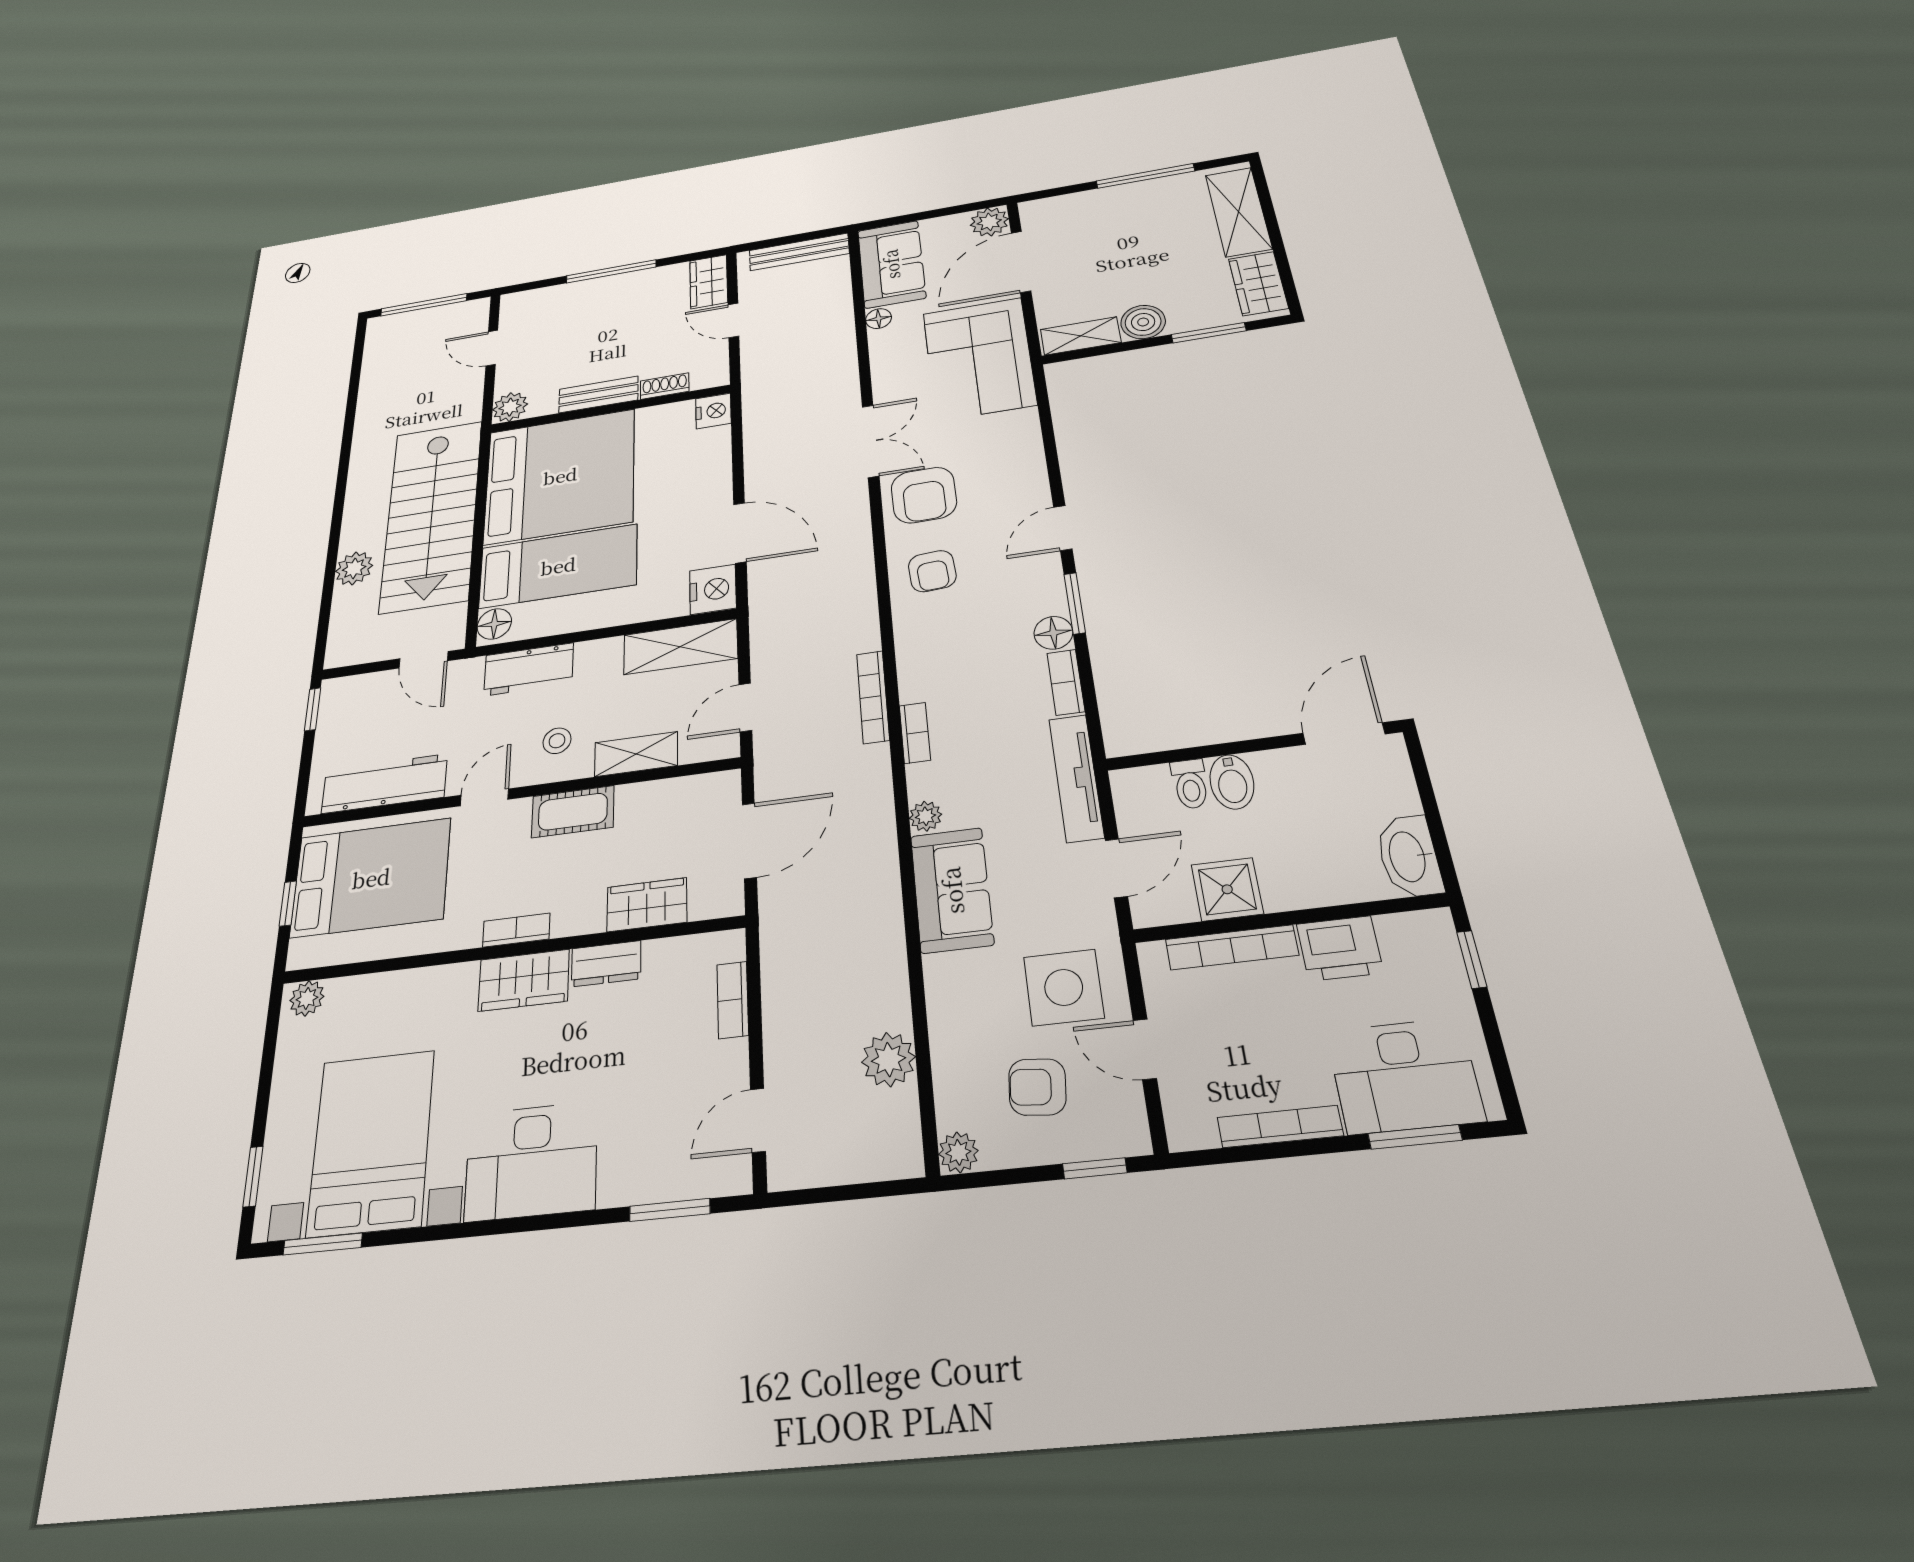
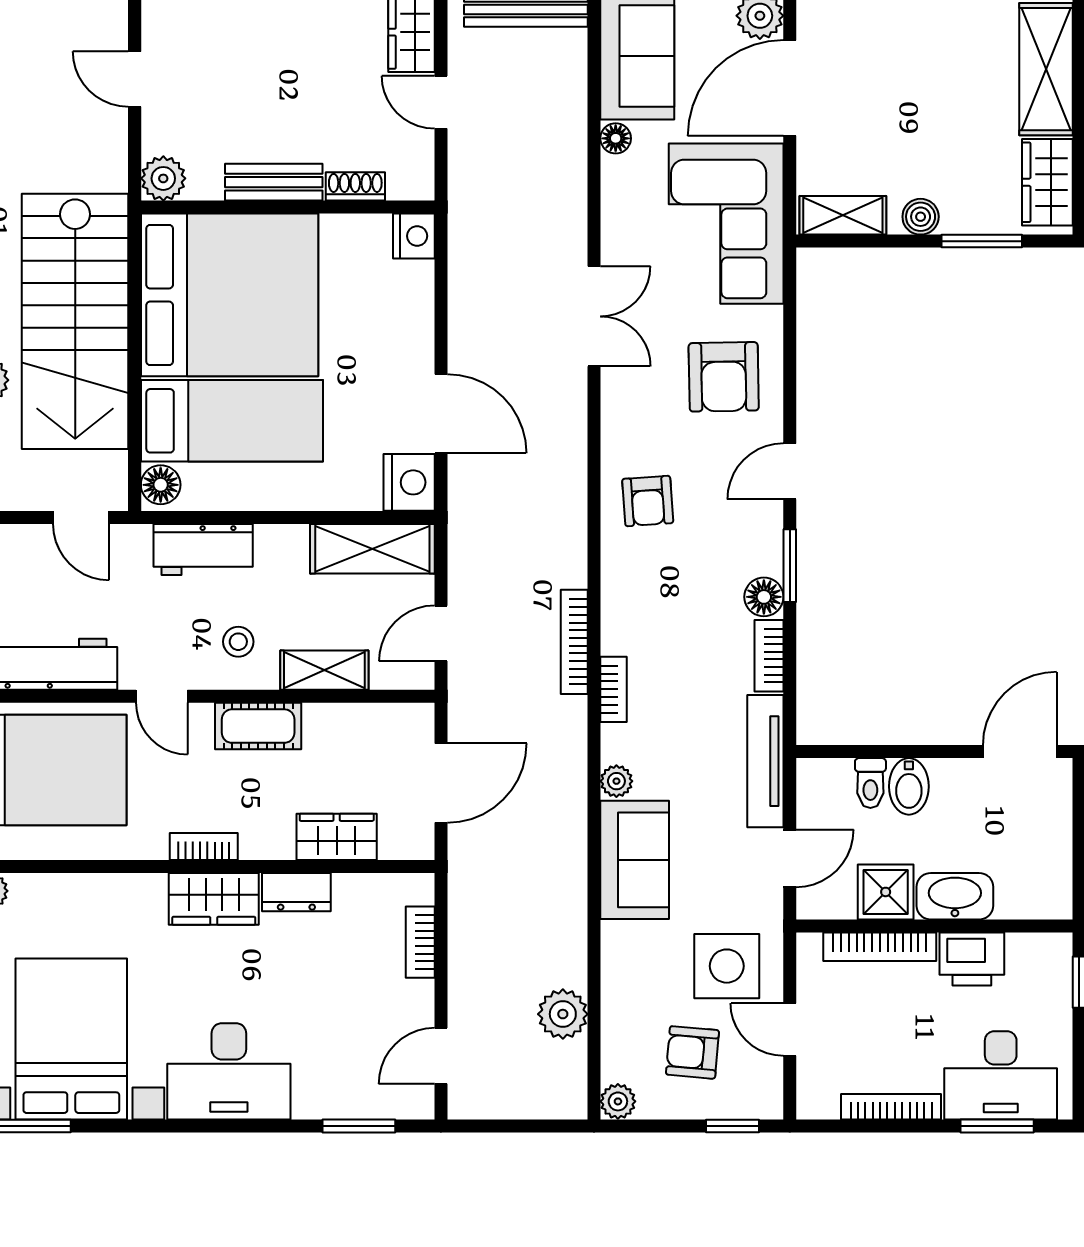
boiler: (1143, 322) -> (921, 217), width x0.73, depth x0.73
armchair: (924, 495) -> (724, 377), moved
door: (484, 797) -> (162, 696), swing flipped
washbasin: (1409, 856) -> (955, 896), moved, turned 90

